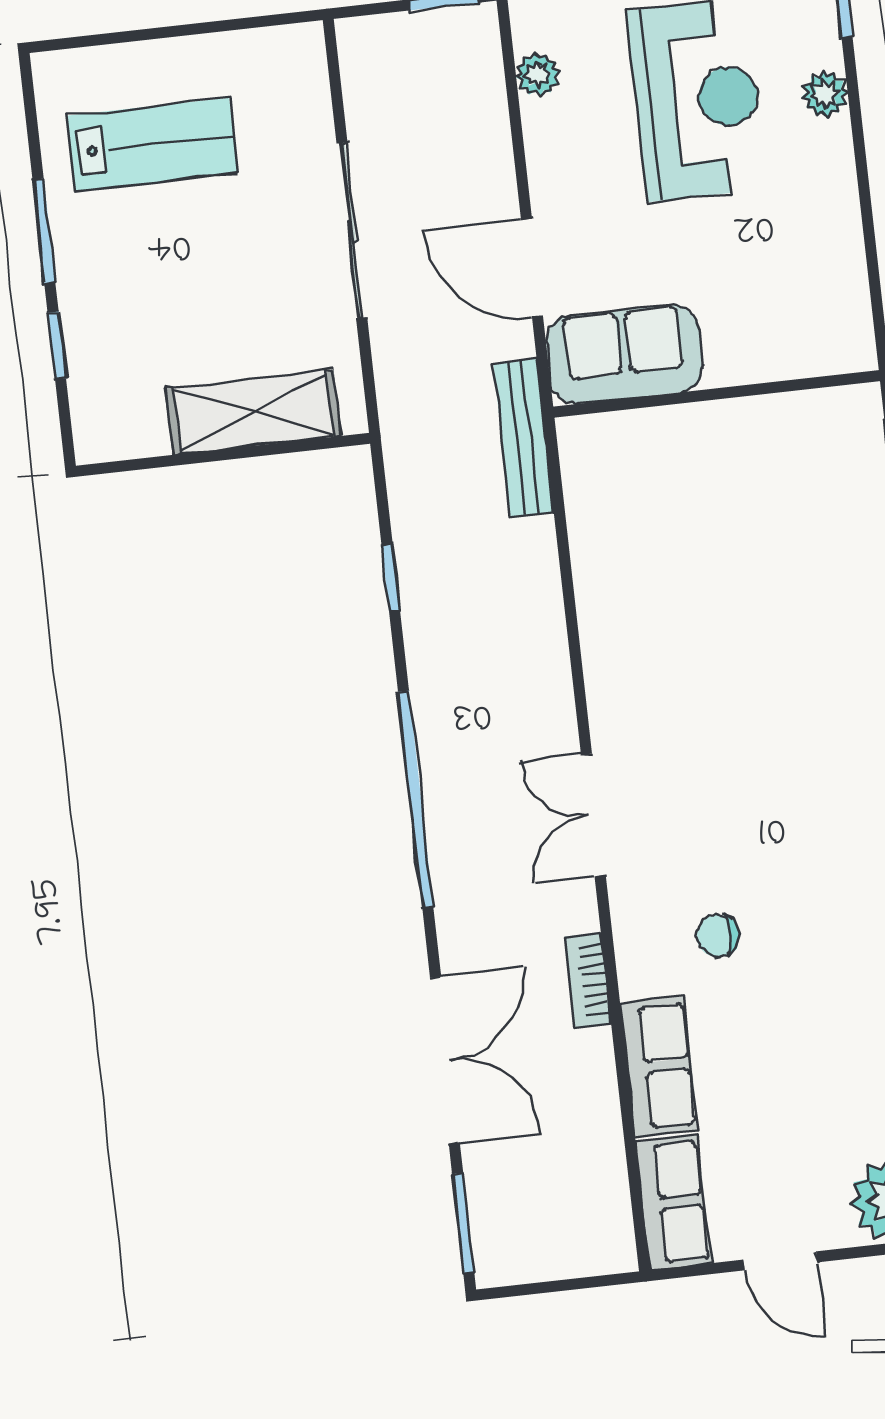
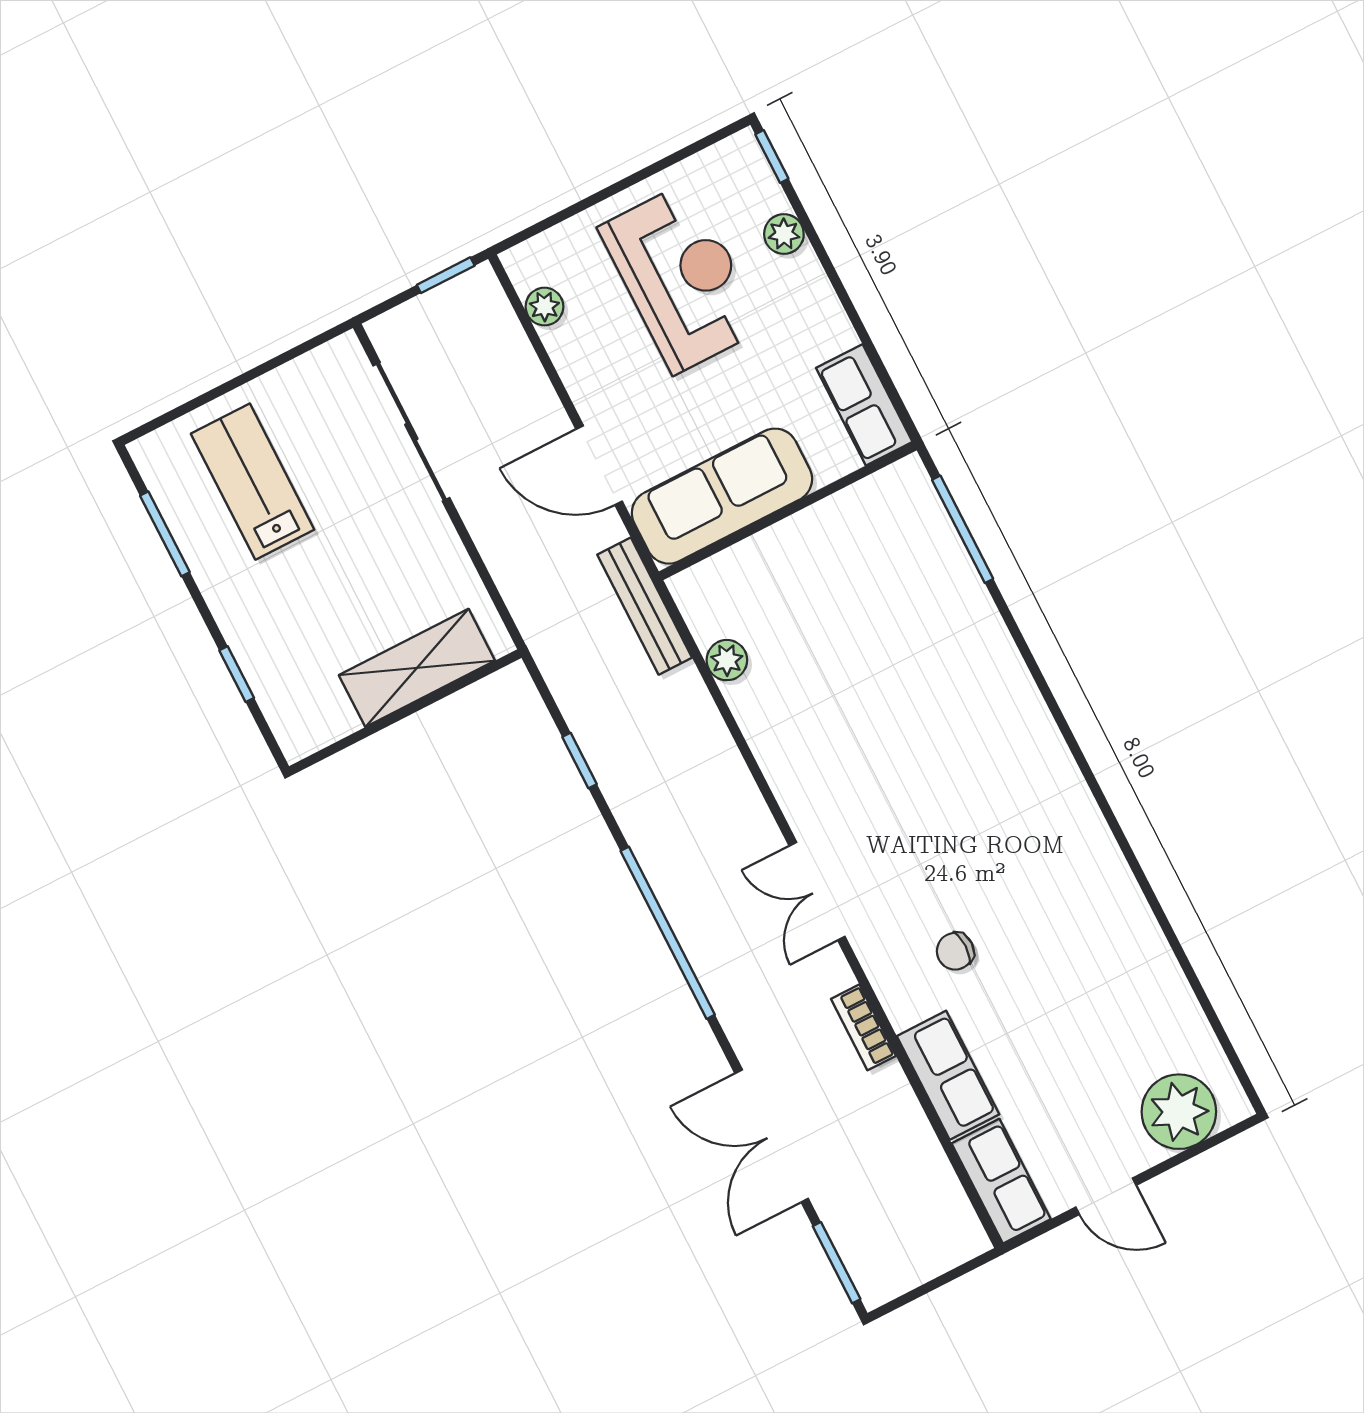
lab bench: (152, 145) -> (253, 482), turned -90
sliding door: (352, 230) -> (411, 432), moved
window: (44, 231) -> (165, 534), moved
row of seats: (842, 311) -> (864, 405), added
sofa: (624, 354) -> (722, 496), width x1.36
plant: (590, 530) -> (727, 660), added
double door: (445, 1060) -> (772, 1136), swing flipped

